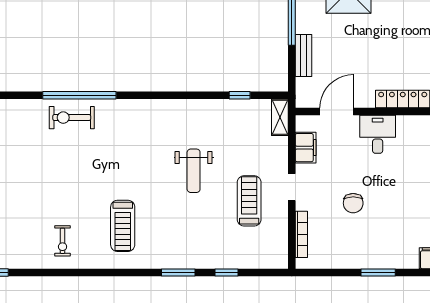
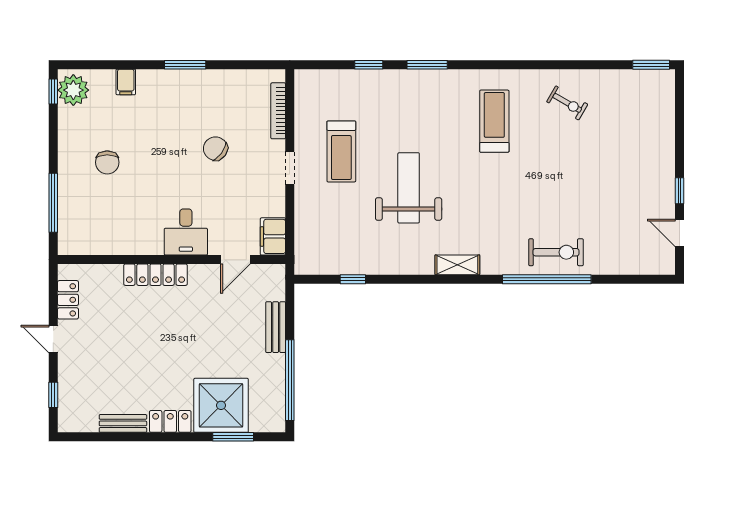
door: (337, 112) -> (235, 260), width x0.73
shelving: (280, 117) -> (457, 265), moved, turned 90
filing cabinet: (306, 148) -> (273, 236), moved
weight bench: (194, 171) -> (409, 188), width x1.36, depth x1.33
chair: (353, 203) -> (215, 149), turned -54
exercise bike: (63, 241) -> (567, 103), turned 120

